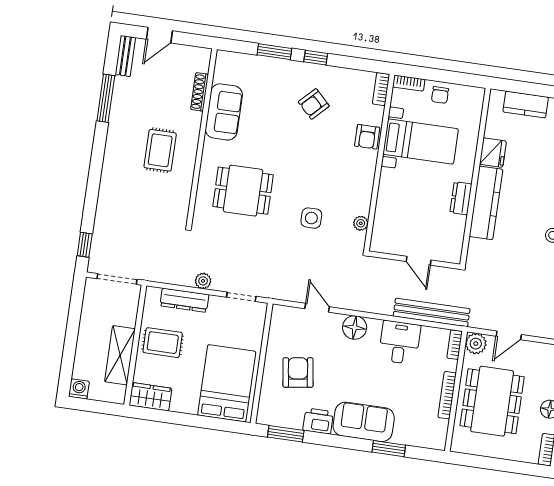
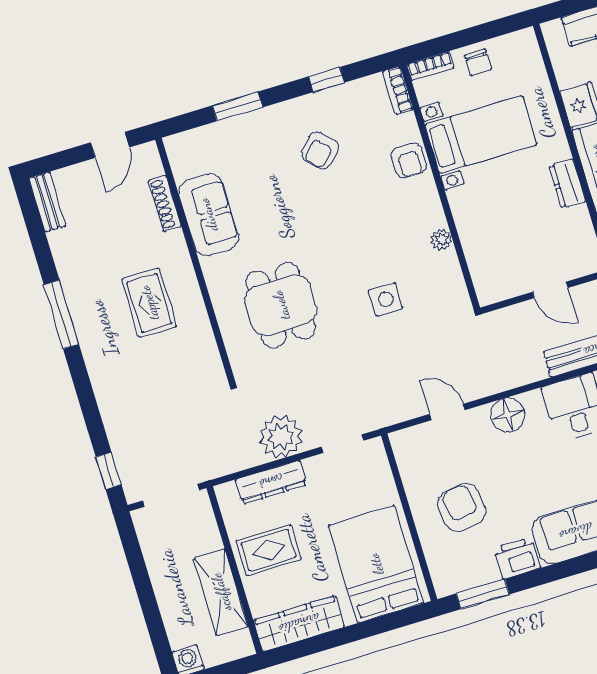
door: (159, 35) -> (110, 145), moved
window: (316, 58) -> (326, 80), moved
window: (106, 98) -> (61, 314), moved
dining table: (243, 191) -> (281, 305), turned 90
plant: (361, 223) -> (442, 240), moved
plant: (203, 281) -> (281, 436), width x1.88, depth x1.88
wardrobe: (150, 397) -> (299, 624), width x1.50

